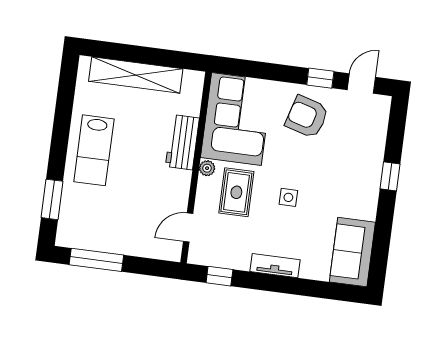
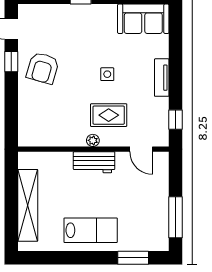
corner sofa: (236, 119) -> (52, 123), removed
workbench: (182, 142) -> (94, 162), moved

